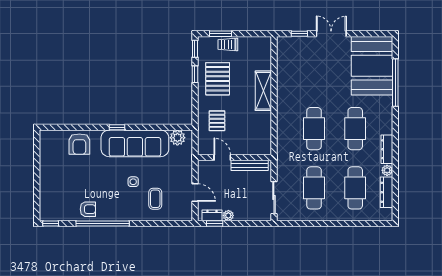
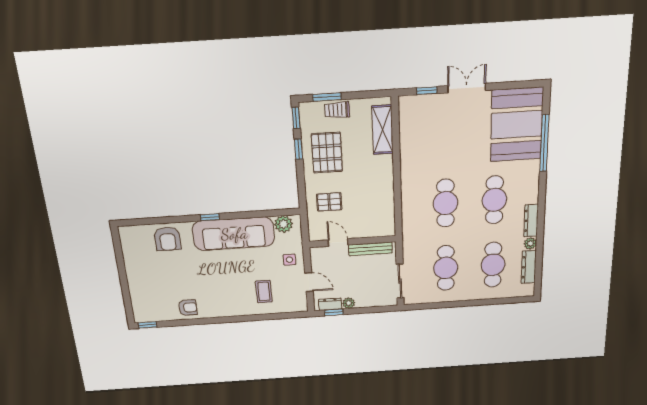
shelving: (263, 91) -> (383, 130), moved
pallet: (217, 121) -> (329, 202), turned 90
side table: (133, 182) -> (289, 260), moved
window: (103, 223) -> (207, 321), removed

